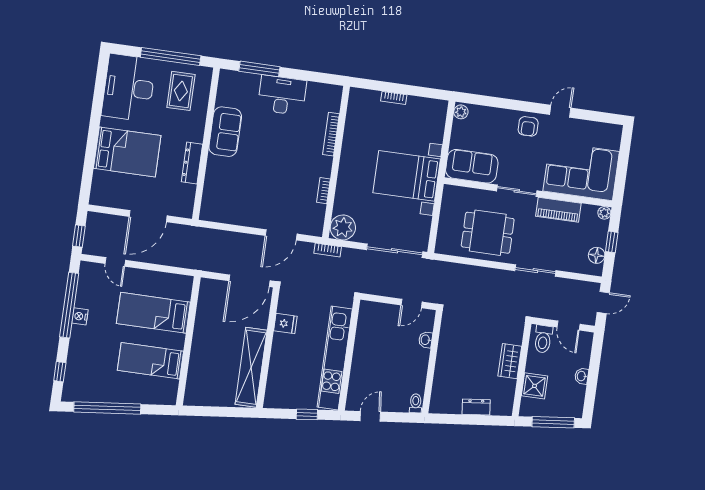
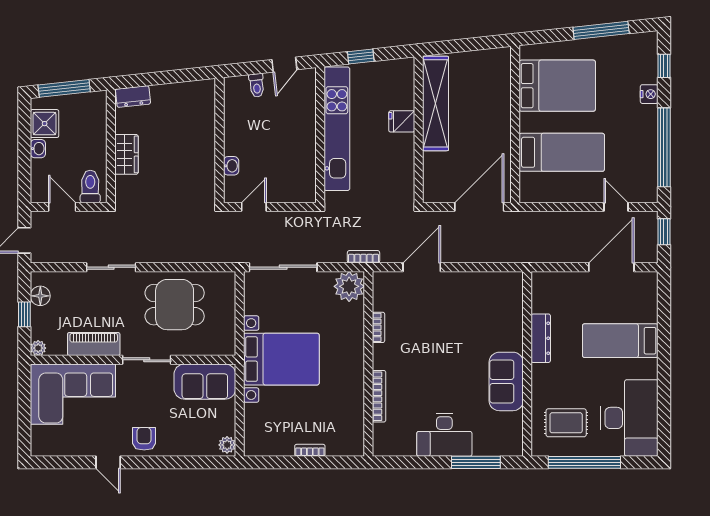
rug: (181, 91) -> (566, 423), turned 90
door: (560, 111) -> (108, 462), hinge flipped
bed: (127, 152) -> (620, 341), width x0.67
door: (148, 216) -> (611, 267), moved
door: (249, 281) -> (479, 207), moved
nightstand: (80, 316) -> (649, 94), moved
fridge: (285, 324) -> (402, 121), moved
bed: (150, 361) -> (557, 86), width x1.50
shower: (534, 386) -> (45, 124), moved
toilet: (416, 403) -> (257, 85), moved
dresser: (476, 407) -> (133, 97), moved
window: (107, 408) -> (601, 30), width x0.68

